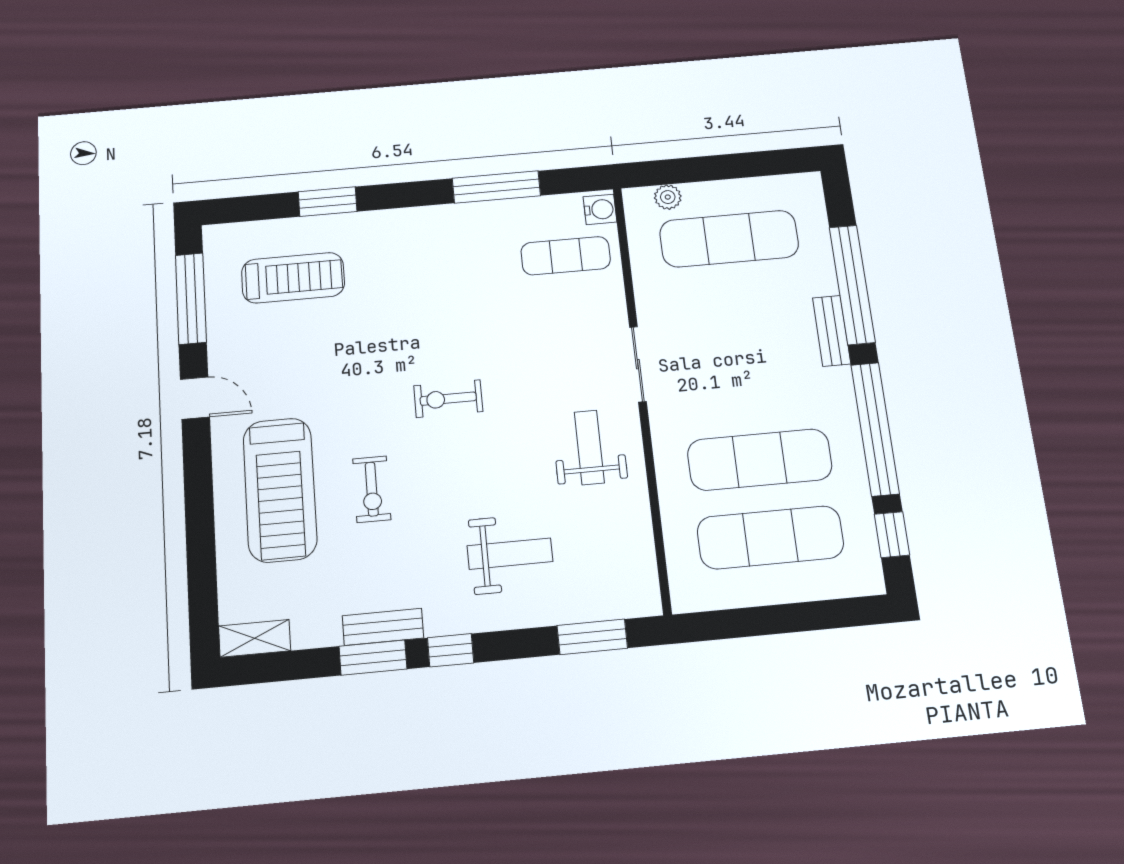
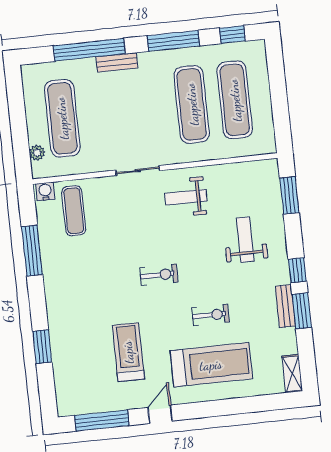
treadmill: (293, 278) -> (128, 352), moved
exercise bike: (448, 399) -> (159, 275), turned -90
window: (875, 429) -> (173, 41), width x0.68

